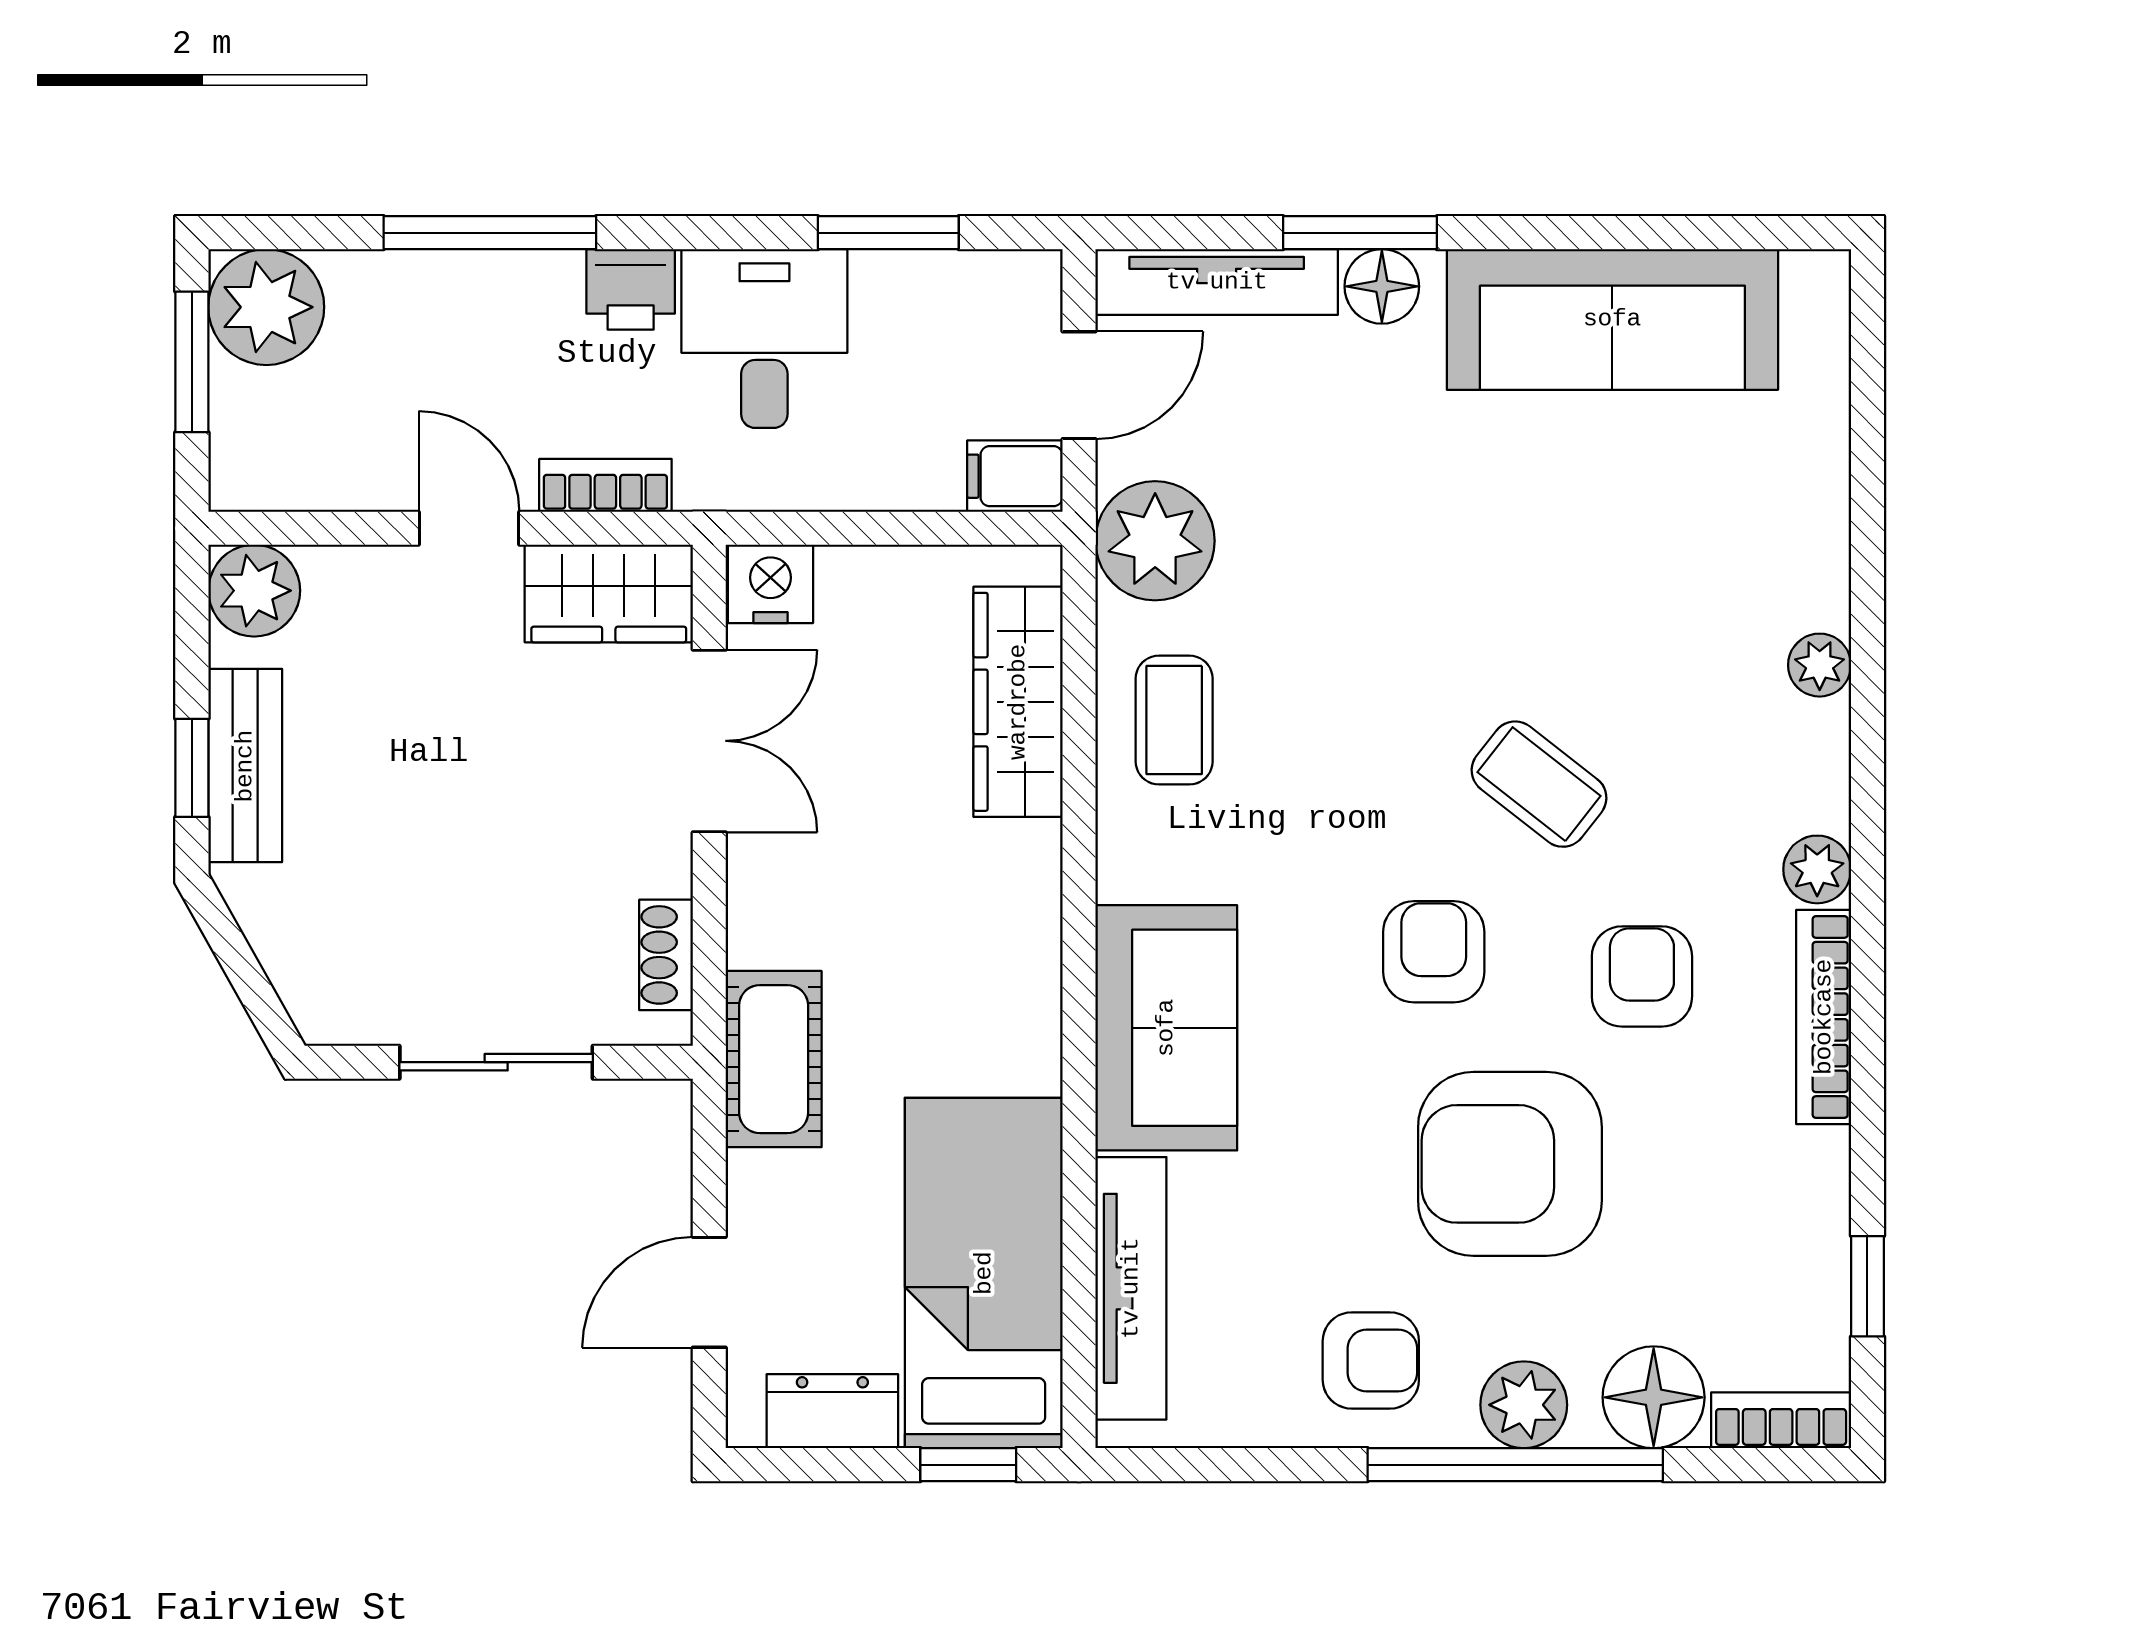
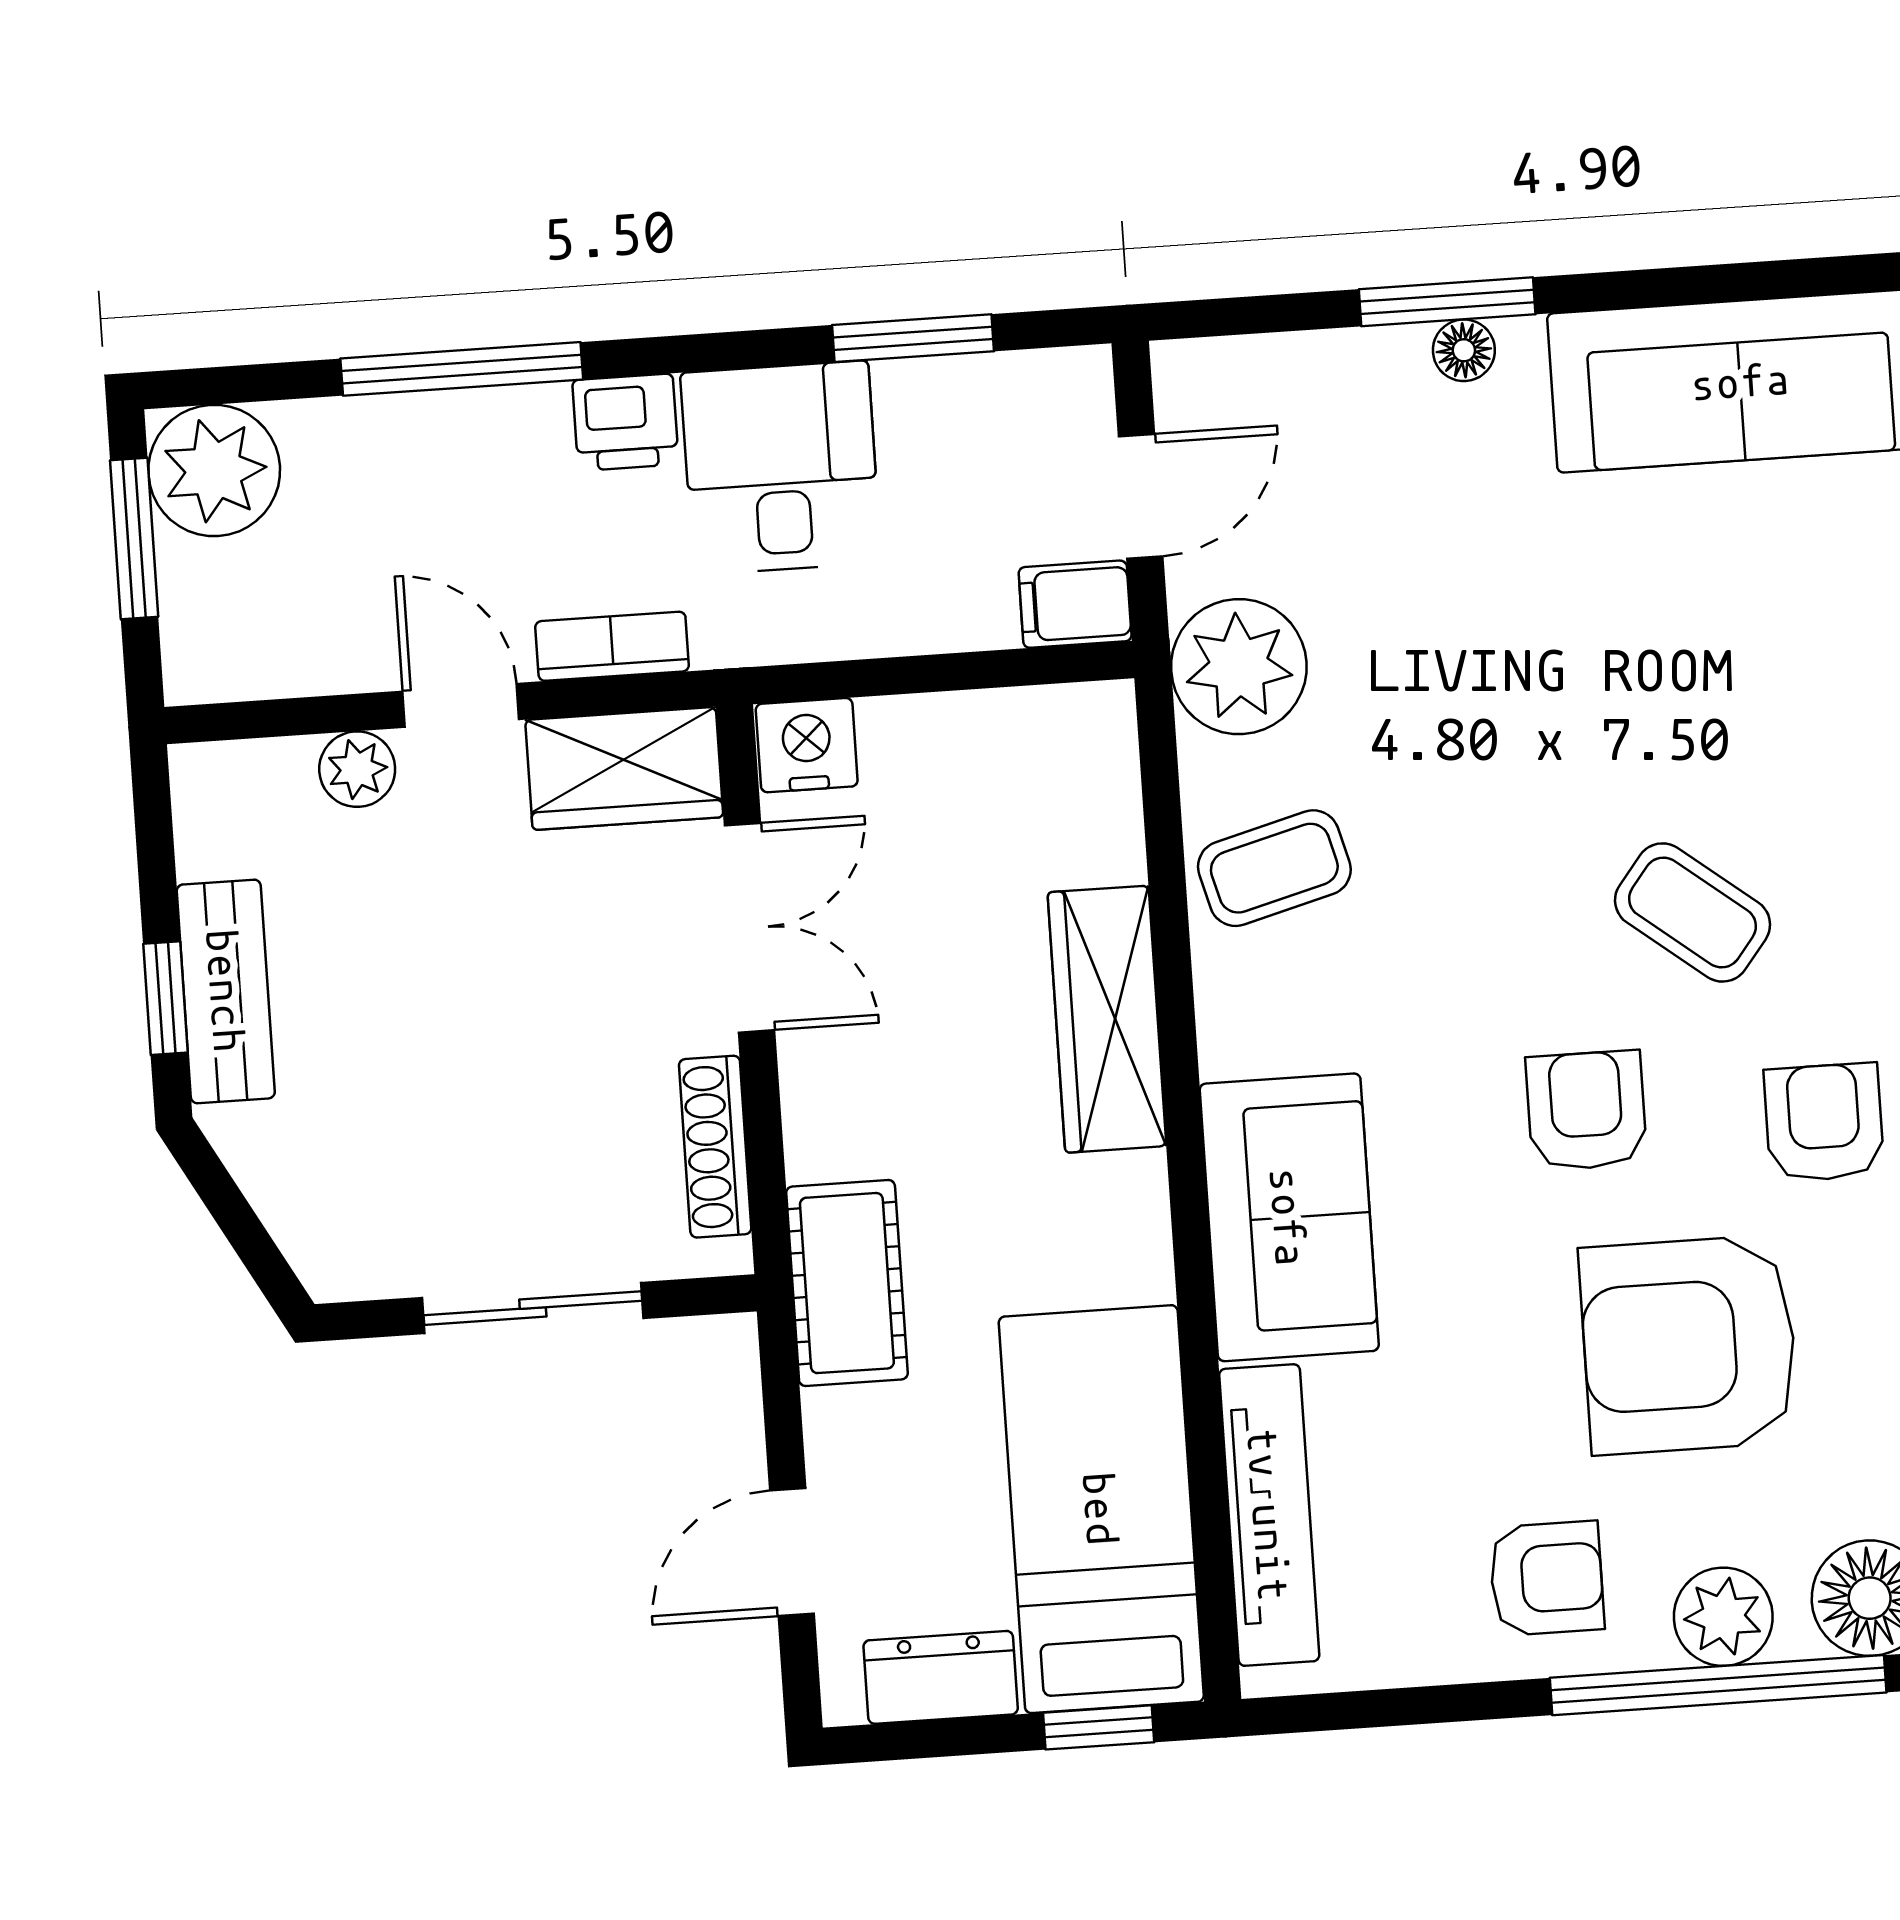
tv unit: (1217, 282) -> (1289, 369), removed
floor lamp: (1382, 286) -> (1464, 350), width x0.73, depth x0.73
plant: (254, 591) -> (357, 769), moved, width x0.73, depth x0.73
wardrobe: (1018, 702) -> (1107, 1019), moved
coffee table: (1174, 720) -> (1274, 868), turned 75
shoe rack: (666, 955) -> (715, 1147), width x1.43

